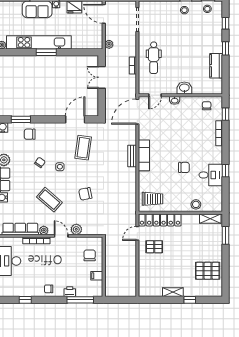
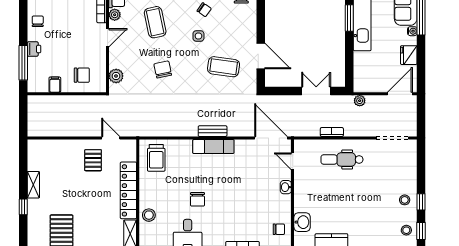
washbasin: (184, 88) -> (302, 222), moved
coffee table: (49, 200) -> (155, 22), turned -53
locker: (160, 220) -> (128, 190), moved
plant: (76, 229) -> (116, 76), moved

